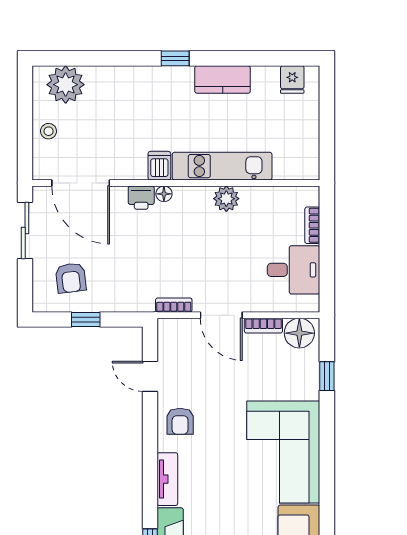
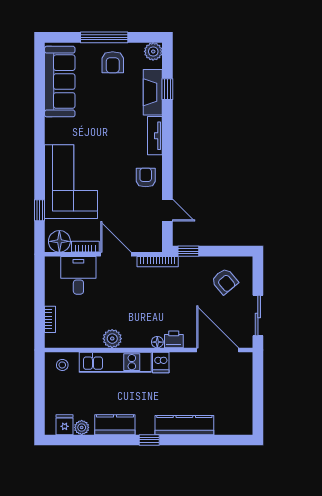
kitchen counter: (127, 79) -> (184, 425), added
plant: (66, 85) -> (82, 427), moved, width x0.53, depth x0.53
stool: (49, 131) -> (62, 365), moved
desk: (294, 270) -> (78, 275), moved, turned 90
armchair: (71, 278) -> (225, 281), turned 147
bookcase: (174, 305) -> (158, 262), width x1.56
window: (86, 319) -> (188, 251), moved
corner sofa: (283, 452) -> (71, 182), moved

